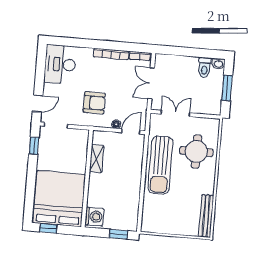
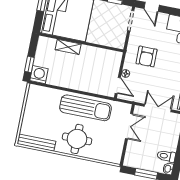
round table: (196, 152) -> (77, 139), moved
shelving: (97, 159) -> (68, 47), moved
sun lounger: (160, 165) -> (86, 108), turned 180
washing machine: (94, 217) -> (39, 75), moved, turned 180

